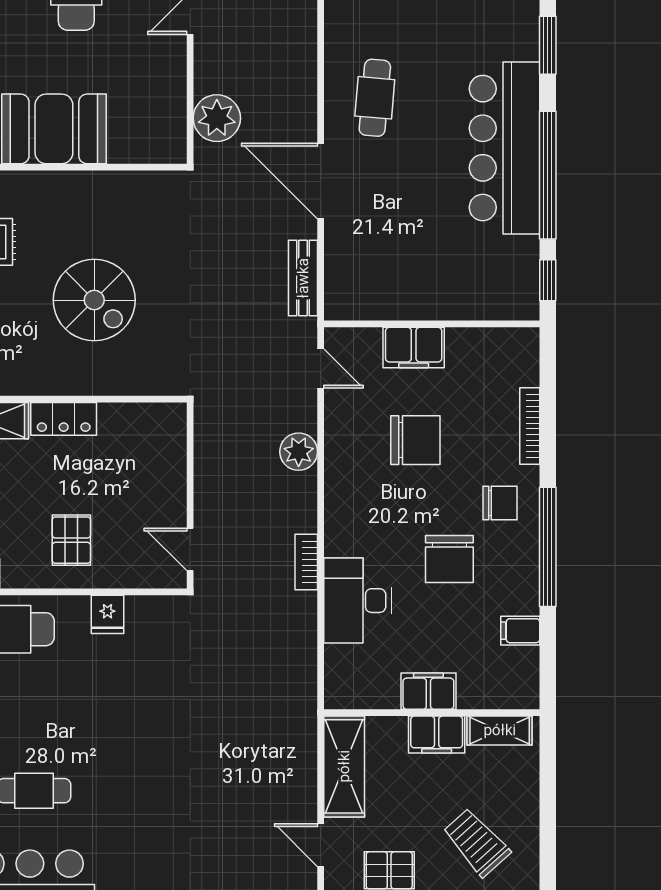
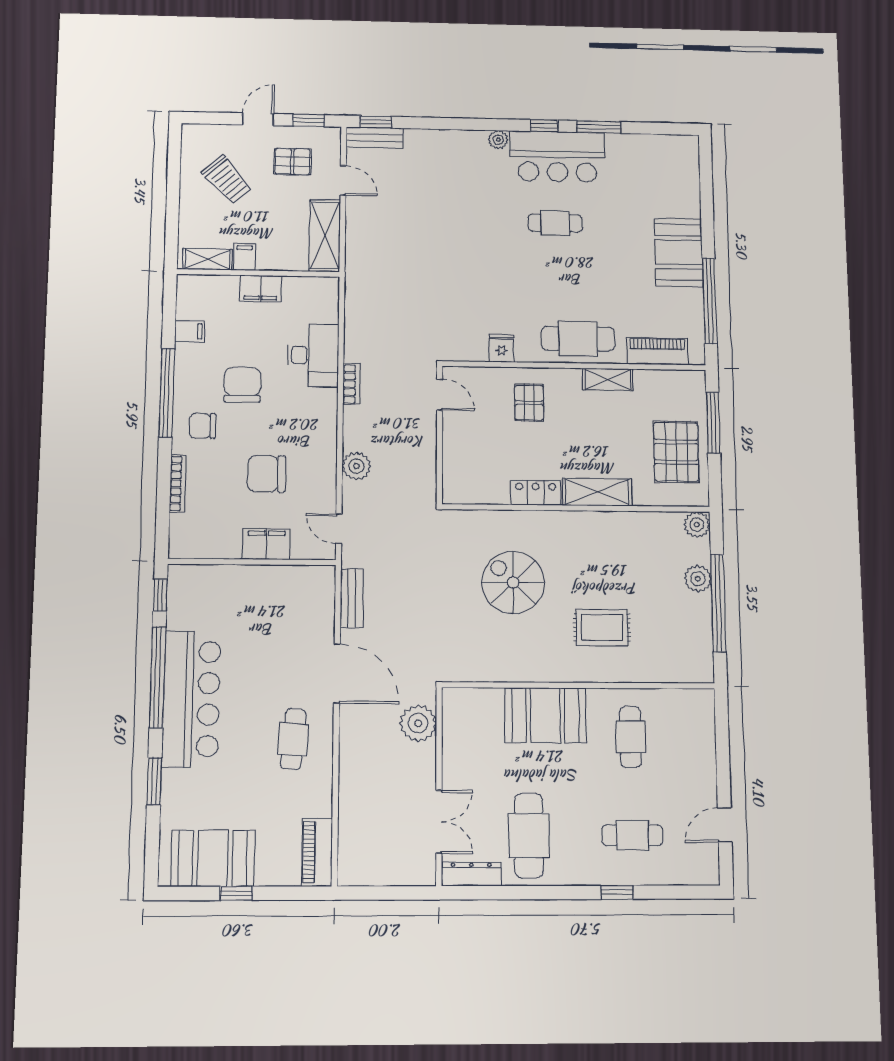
filing cabinet: (437, 735) -> (244, 257), width x0.50

